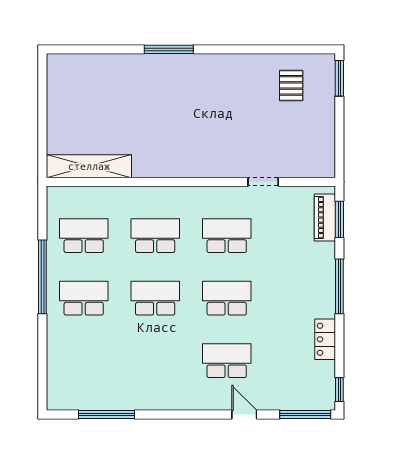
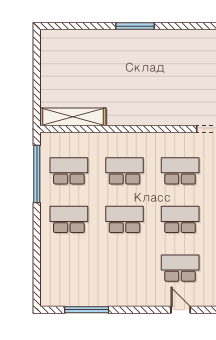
window: (42, 277) -> (37, 174), moved
door: (244, 414) -> (181, 310), moved

